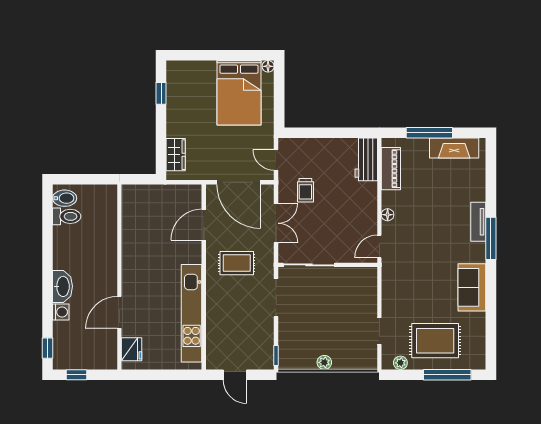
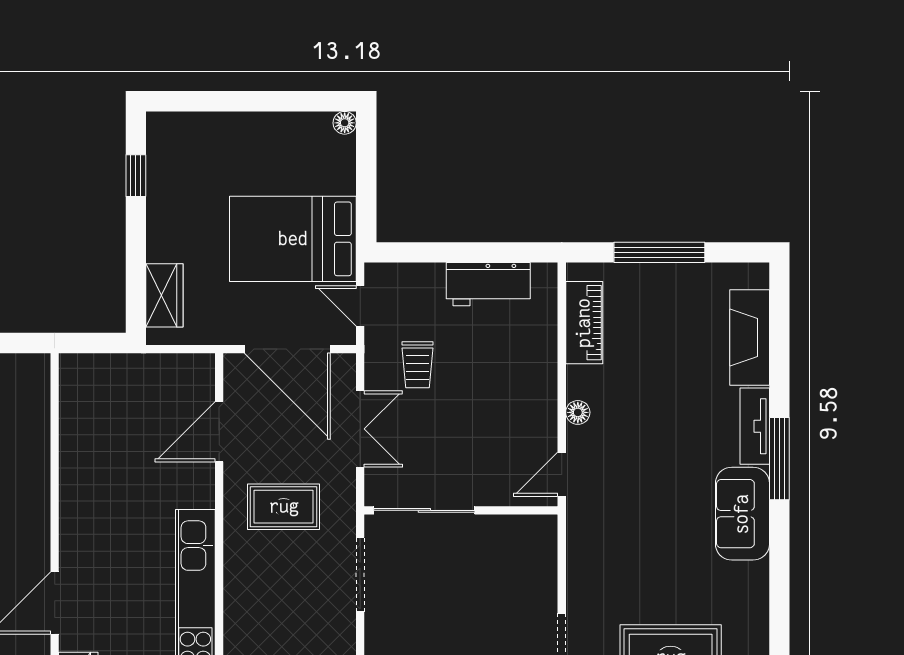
bed: (239, 93) -> (293, 239), moved, turned 90
fireplace: (454, 148) -> (750, 337), moved, turned 90
workbench: (366, 159) -> (488, 284), moved, turned -90
sofa: (472, 287) -> (742, 514), moved

